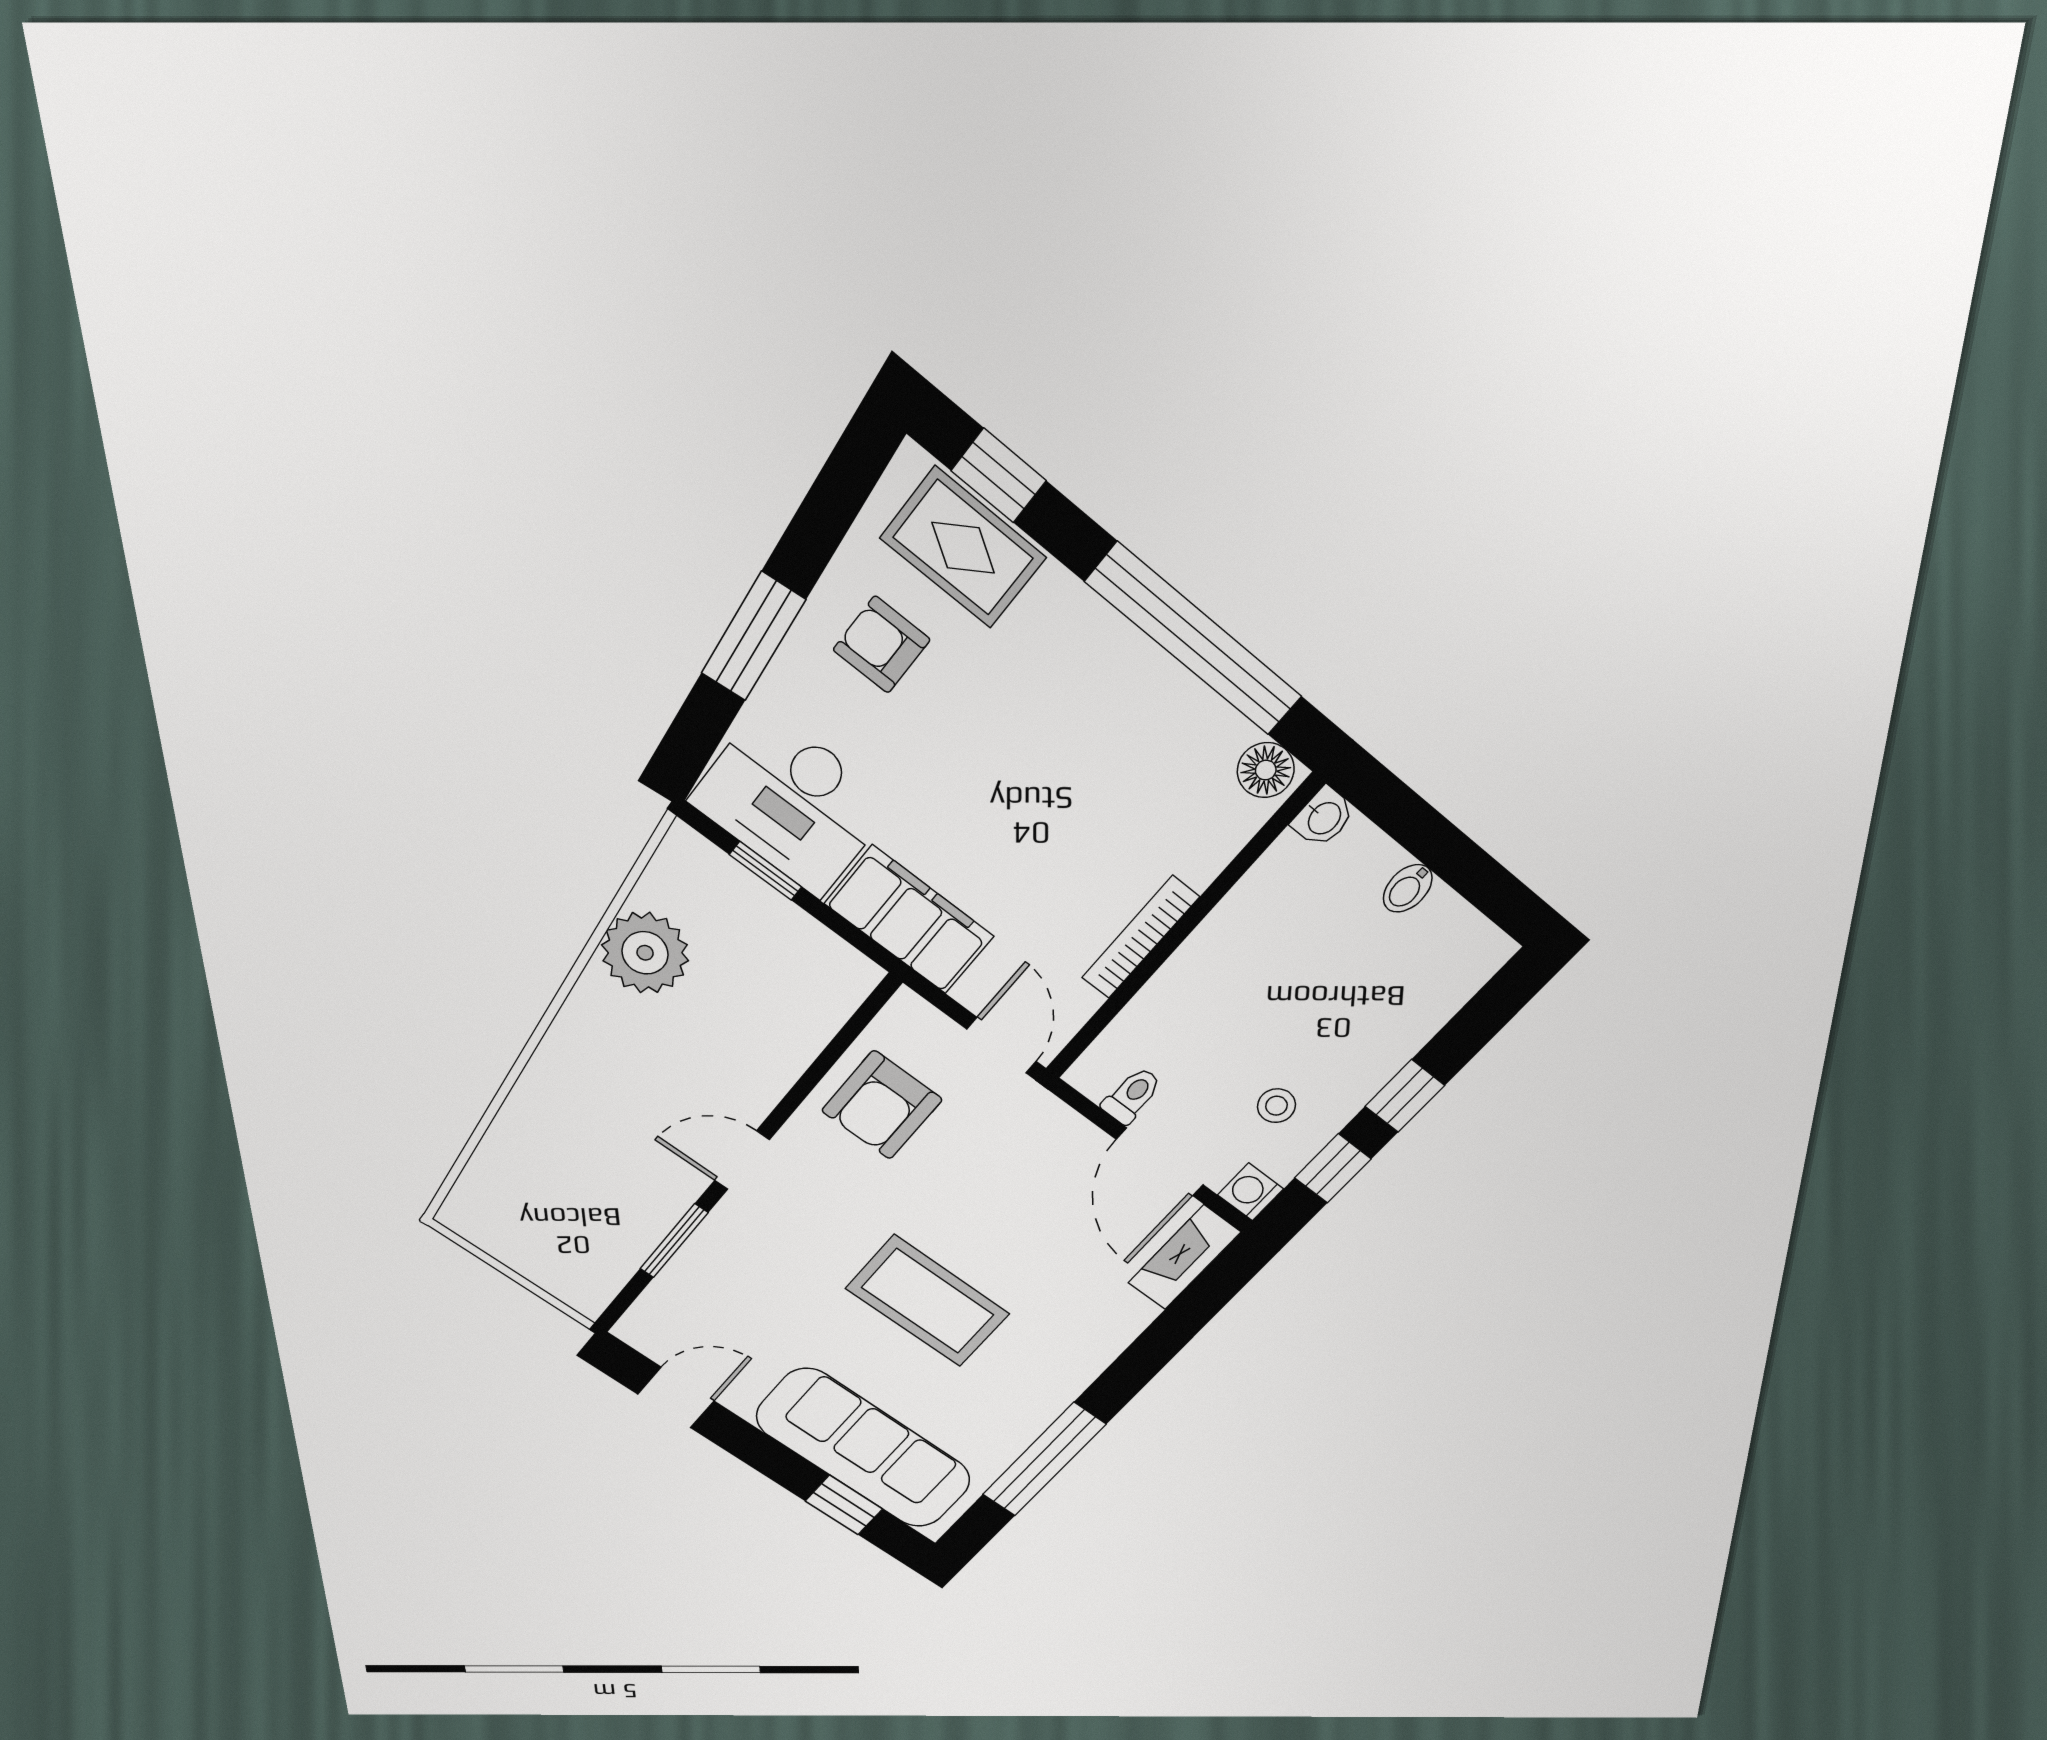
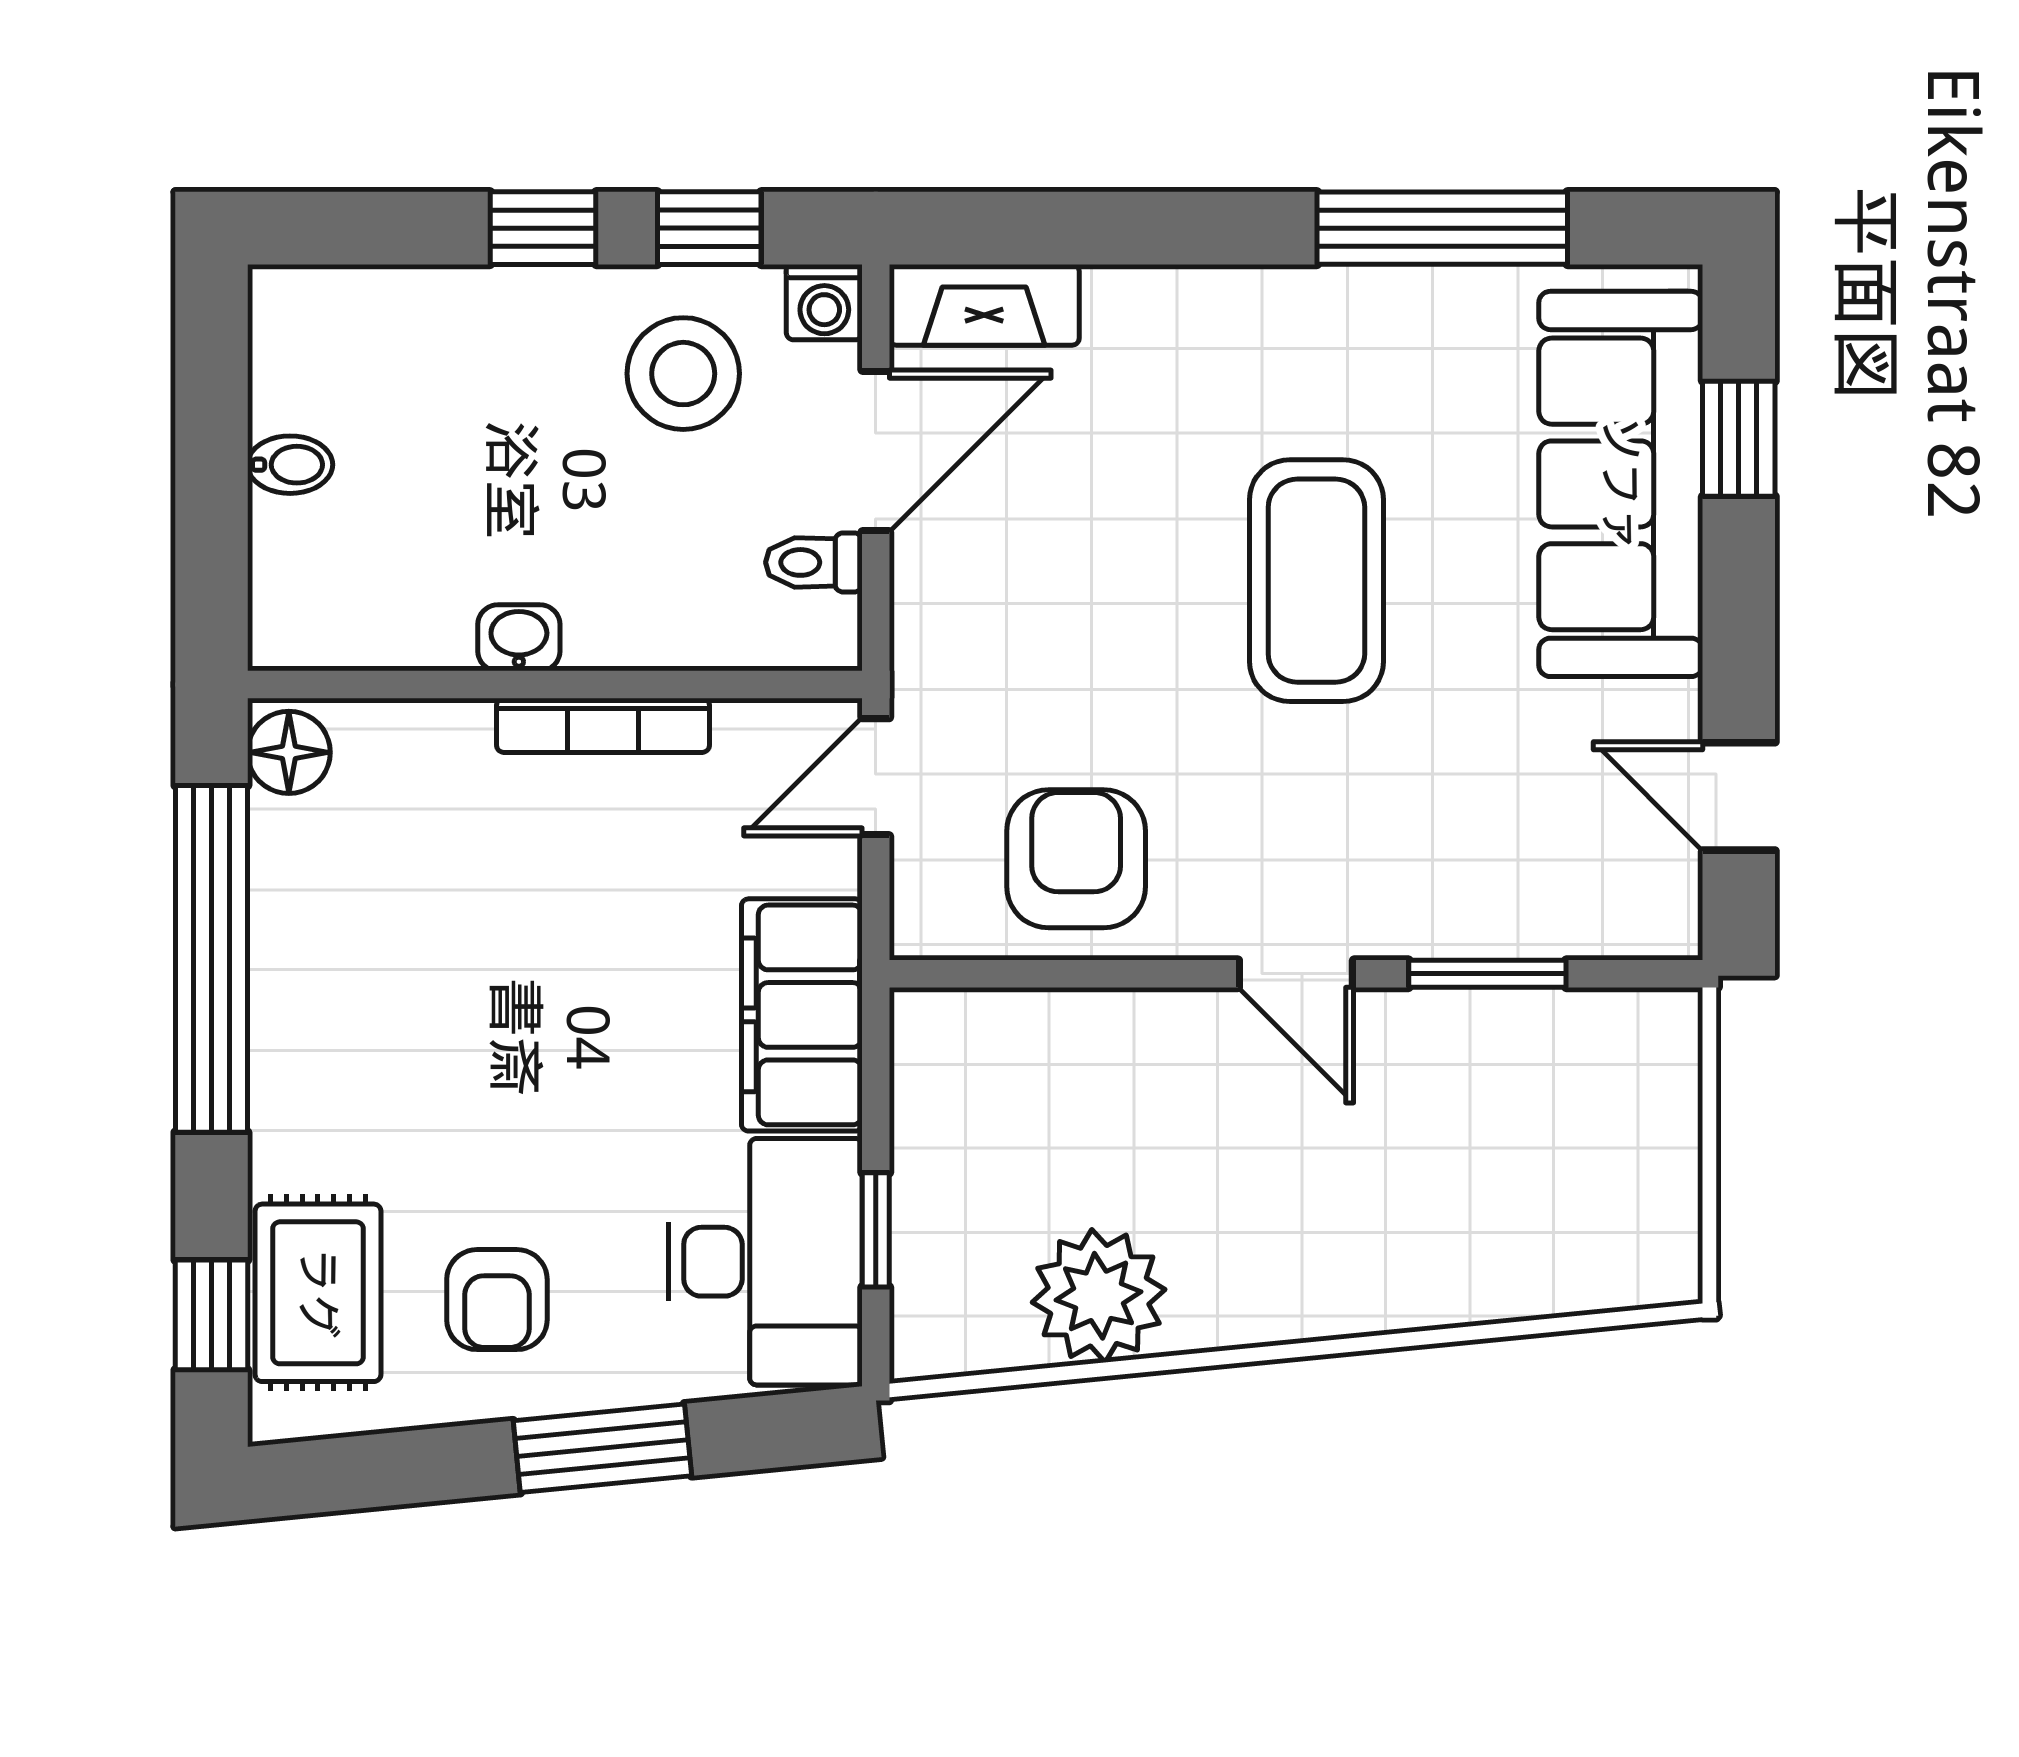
washbasin: (1324, 817) -> (519, 638), moved
armchair: (882, 1105) -> (1076, 859), turned -90
stool: (1276, 1106) -> (683, 374), width x1.89, depth x1.89

